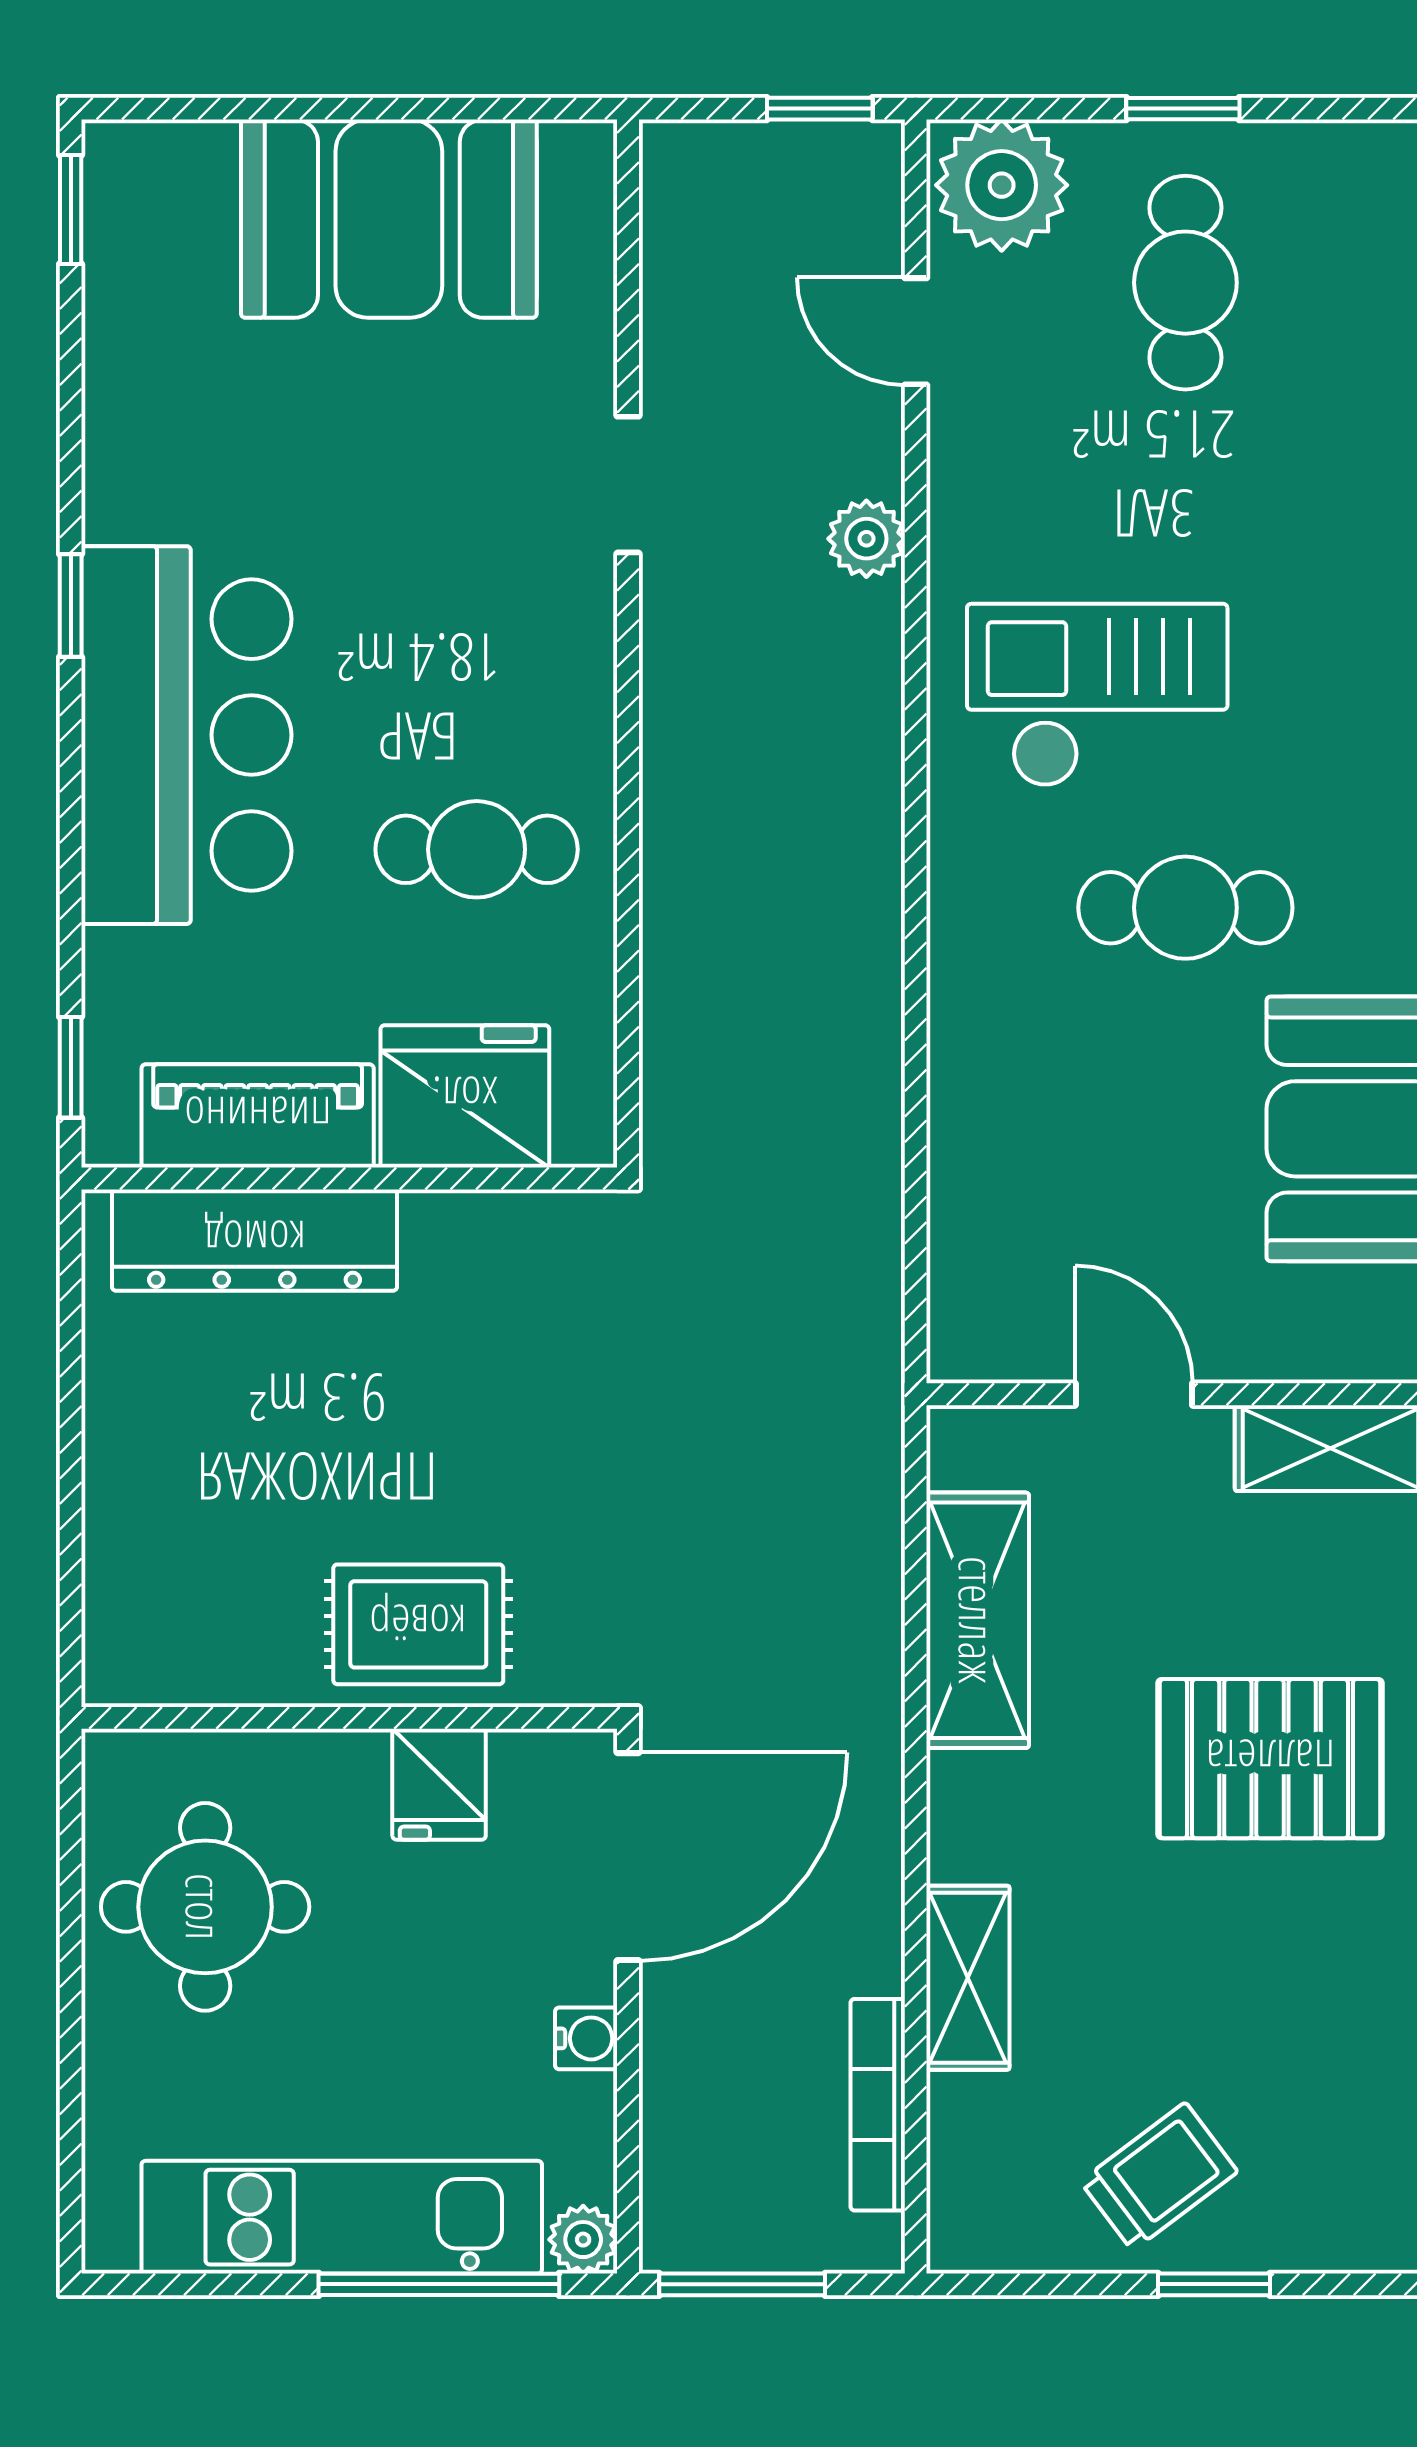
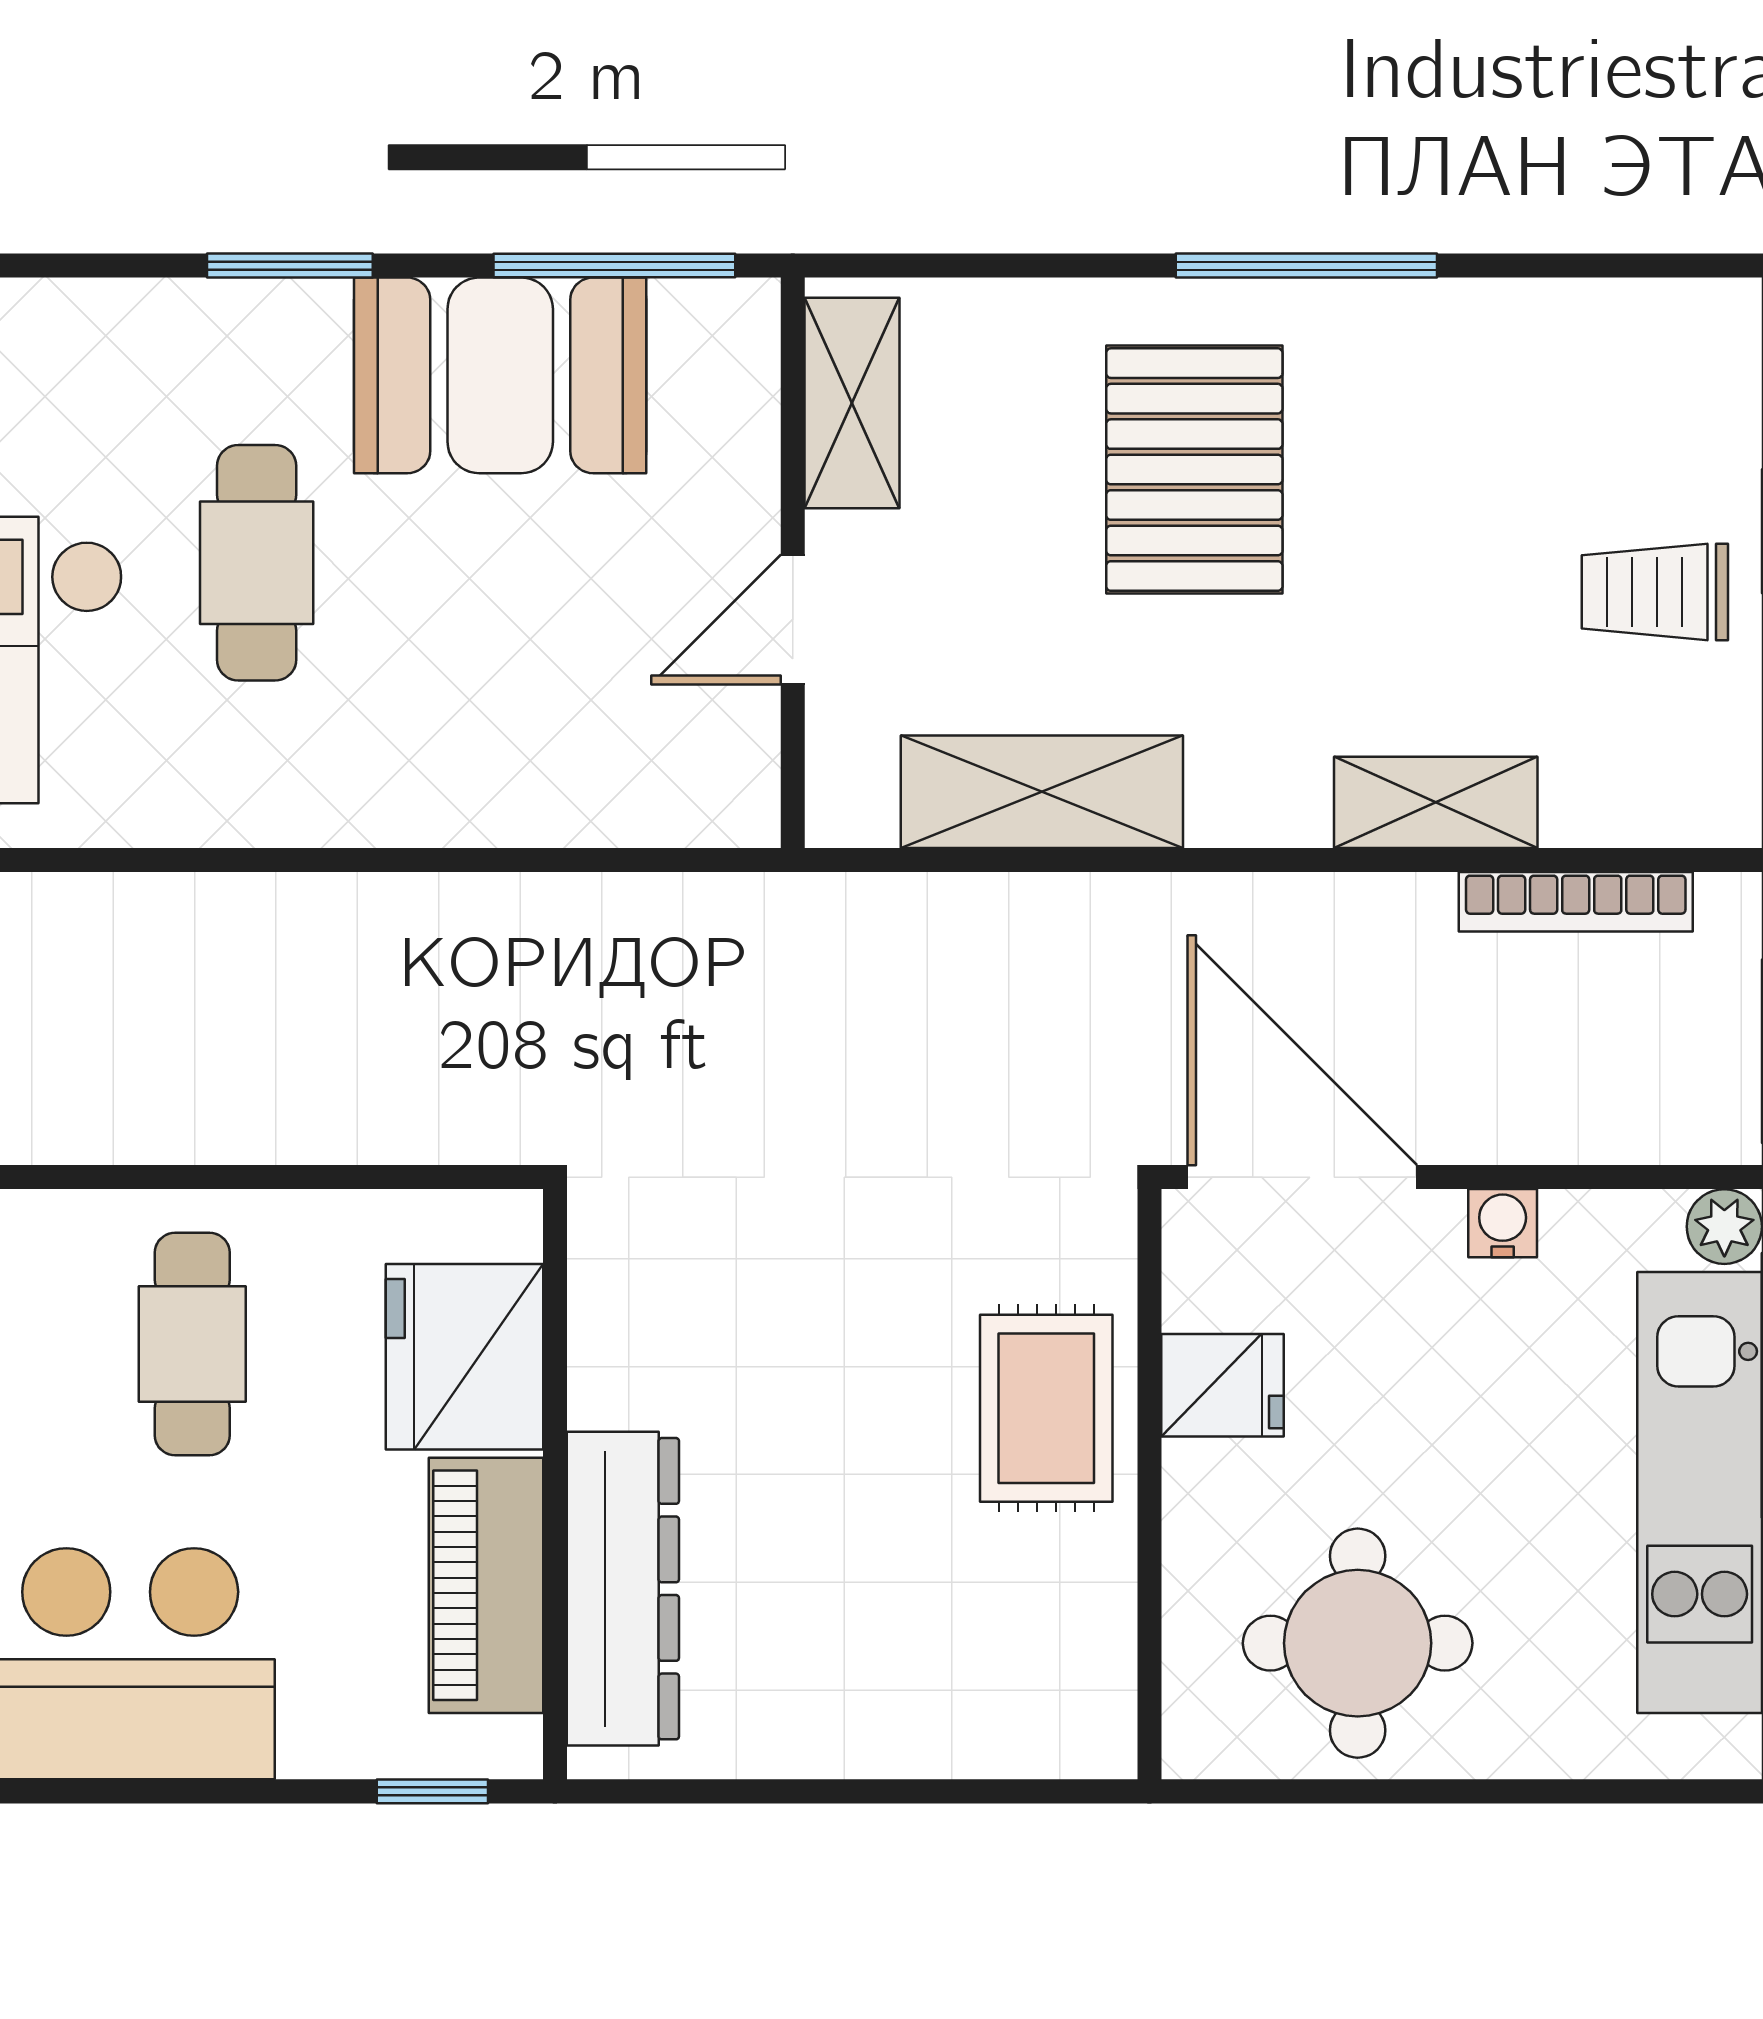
trolley: (1159, 2177) -> (1655, 592), turned -53

